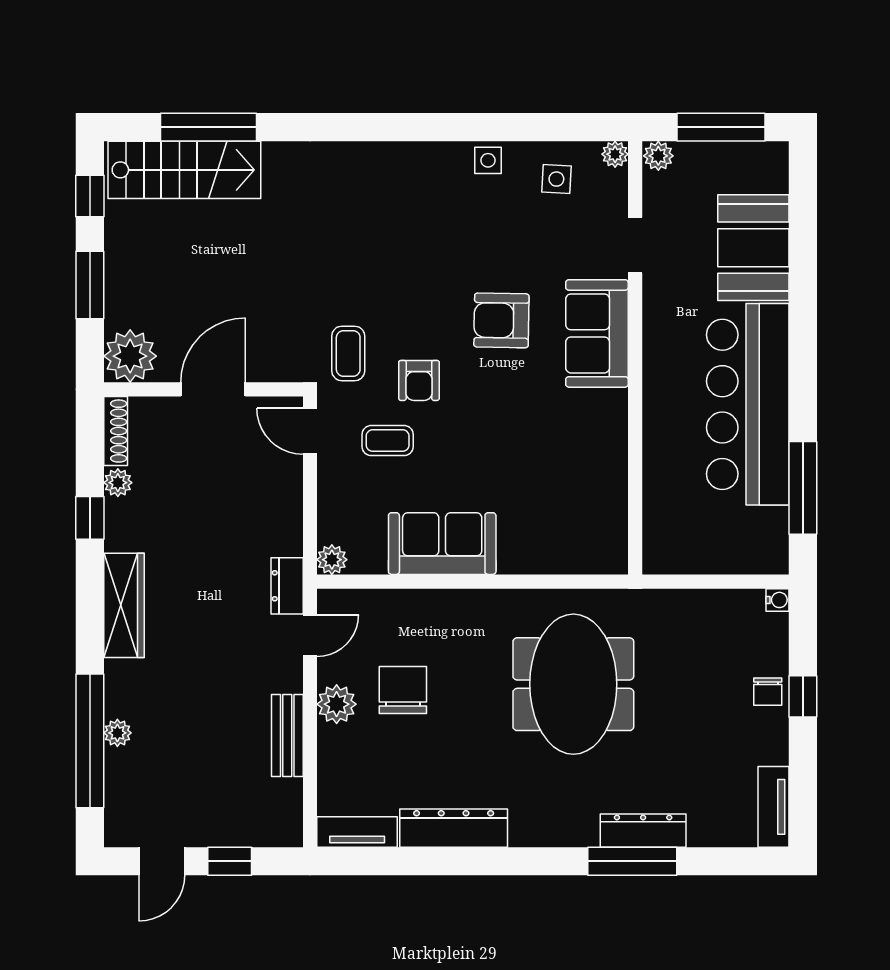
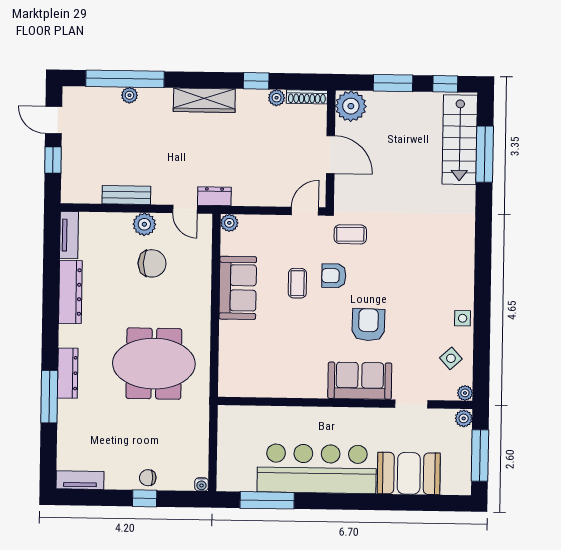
side table: (556, 179) -> (451, 358), turned 45
coffee table: (388, 441) -> (297, 283), moved
dresser: (643, 831) -> (68, 373), moved

